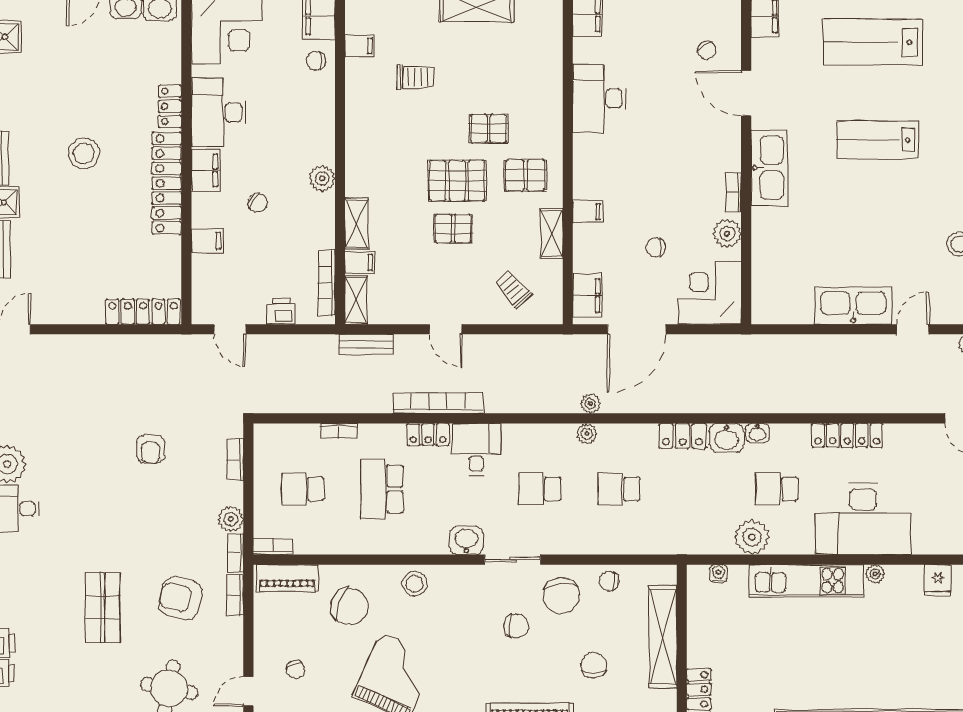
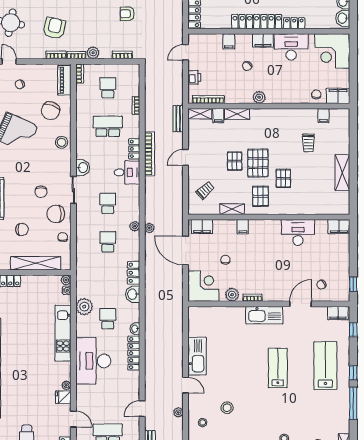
washbasin: (758, 433) -> (135, 329), moved
plant: (875, 574) -> (66, 385), moved
plant: (697, 575) -> (66, 280), added

